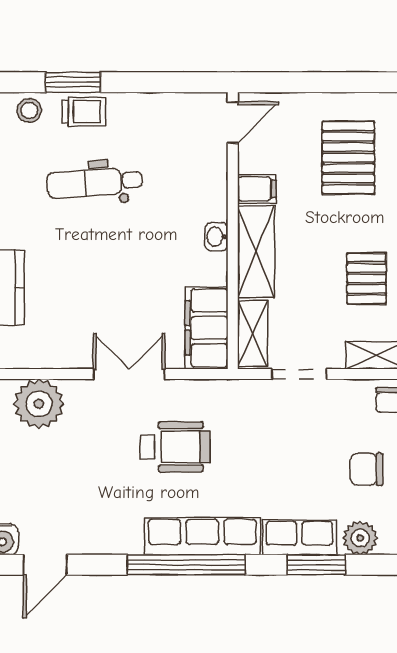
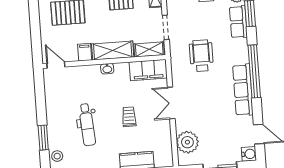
trolley: (84, 112) -> (129, 117), moved
wheelchair: (175, 447) -> (201, 56), moved
row of seats: (202, 536) -> (243, 90), moved

